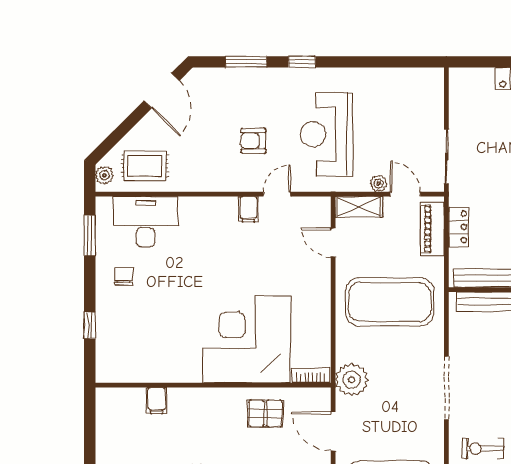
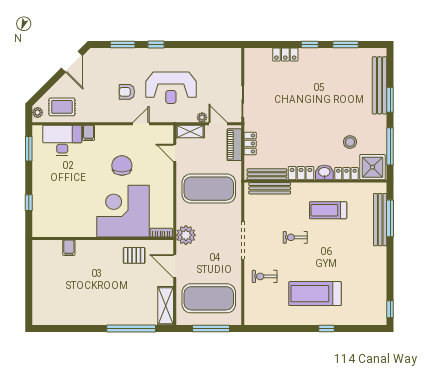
reception desk: (327, 134) -> (171, 88), turned -90
filing cabinet: (249, 209) -> (89, 133), moved
chair: (124, 276) -> (122, 165), moved, width x1.87, depth x1.87

